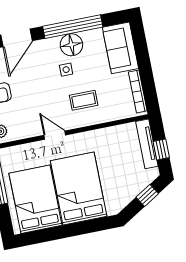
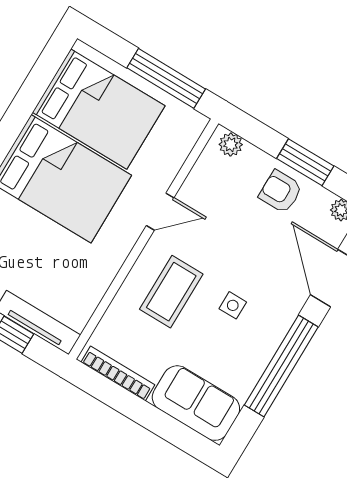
floor lamp: (71, 45) -> (259, 342), removed
coffee table: (84, 100) -> (171, 292), width x1.36, depth x1.30

